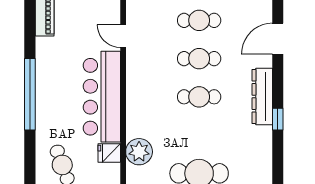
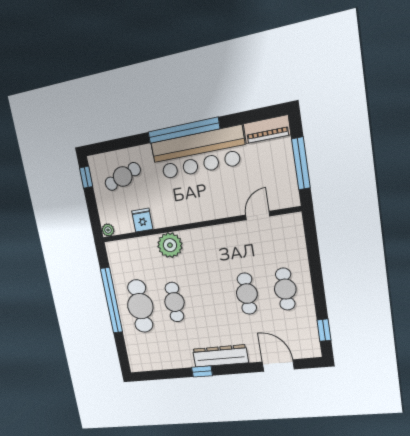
bar counter: (102, 97) -> (199, 153), moved, turned 180
cafe table: (199, 97) -> (174, 302), moved
plant: (139, 152) -> (170, 245), moved

